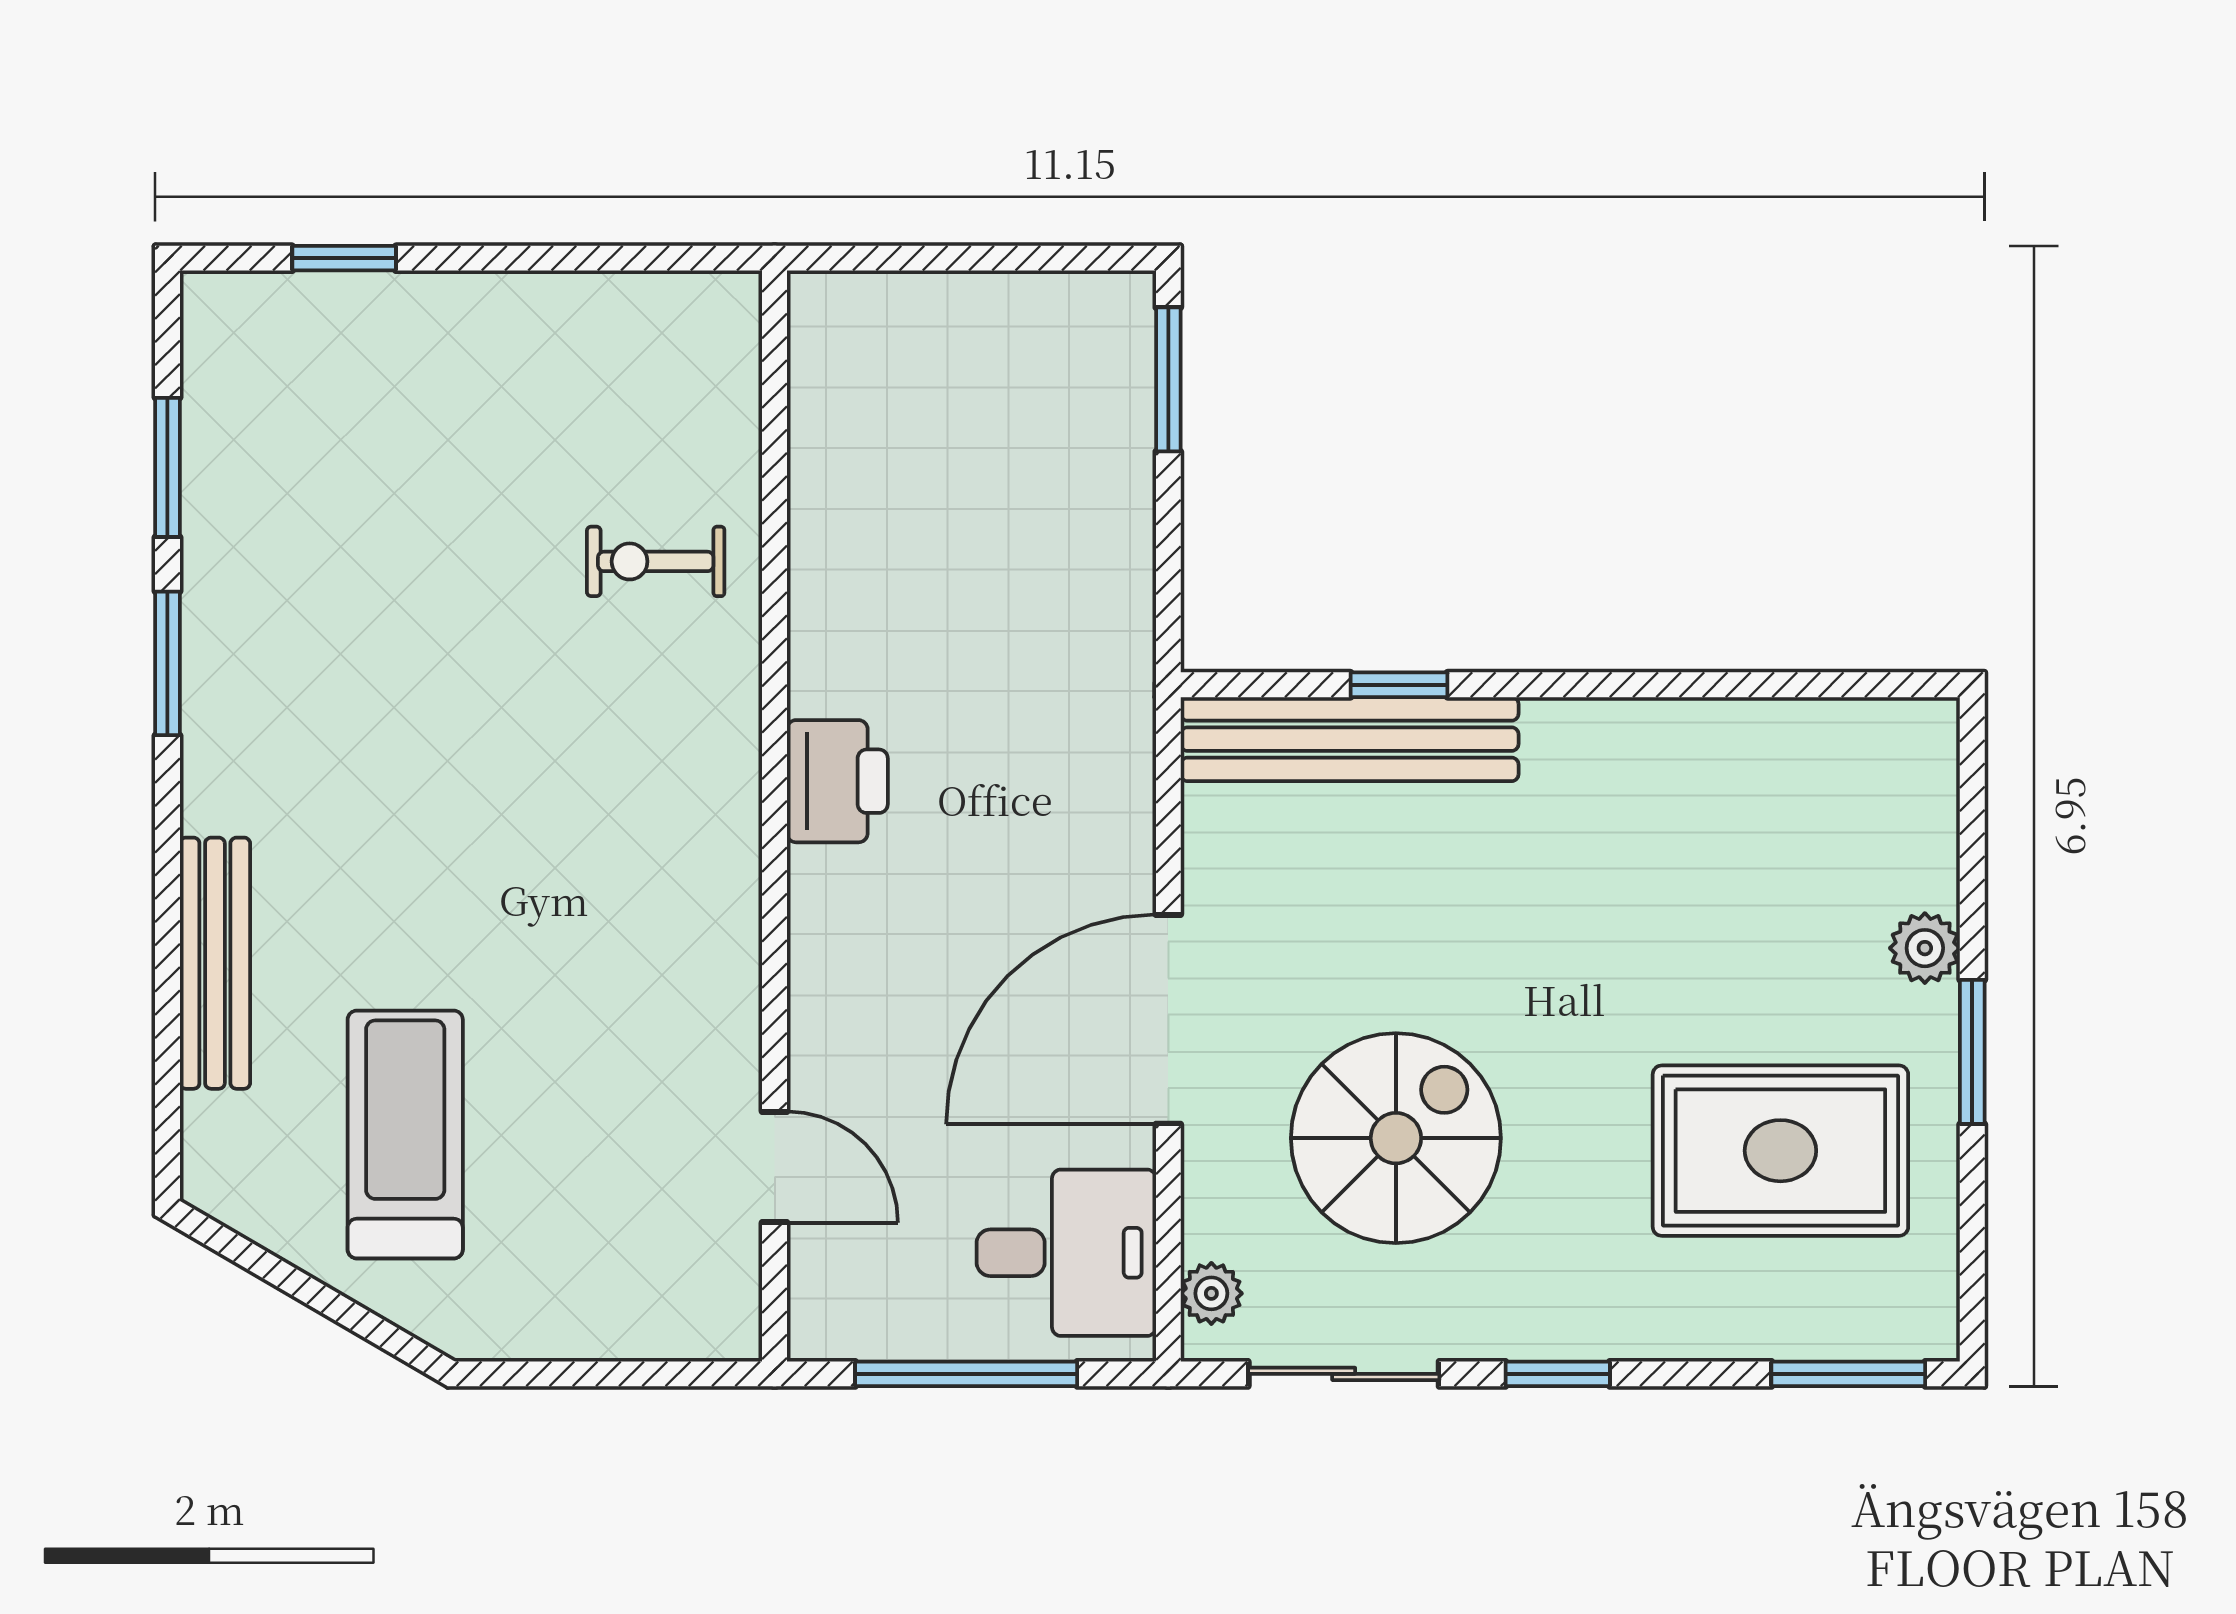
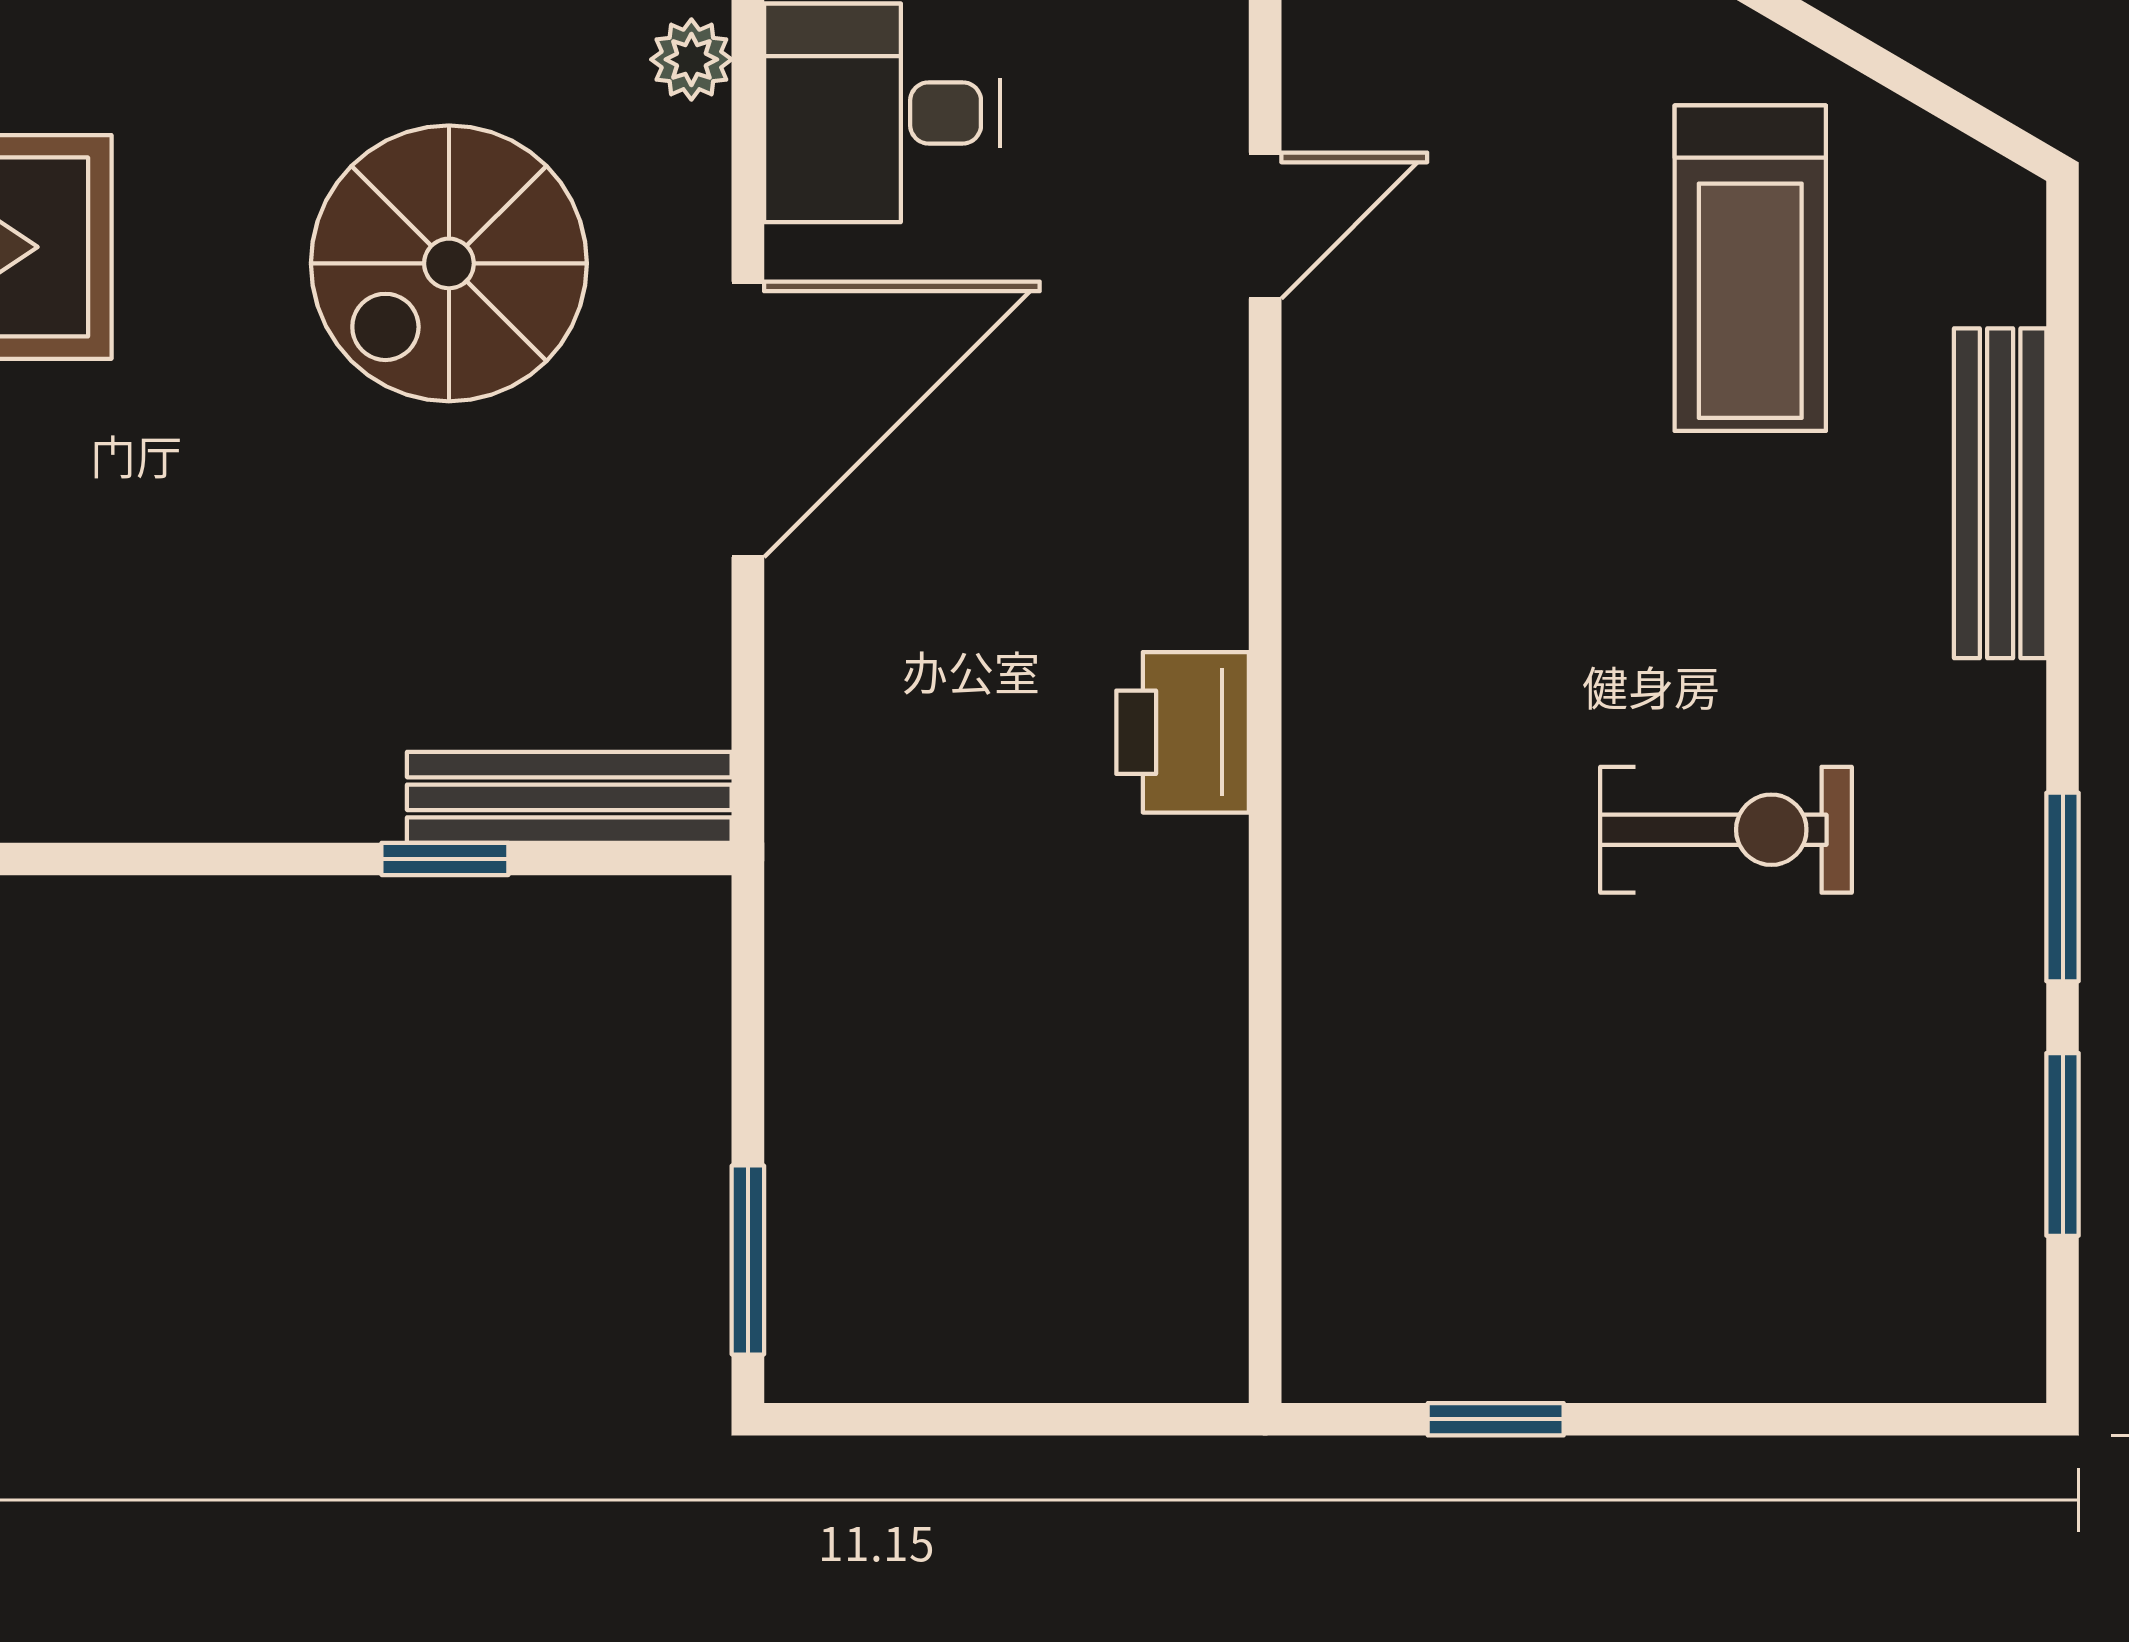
window: (344, 258) -> (1496, 1419), moved
exercise bike: (656, 561) -> (1726, 830), moved, width x1.38, depth x1.39
bench: (1350, 739) -> (569, 797), width x0.73, depth x0.82
door: (775, 1167) -> (1265, 226), swing flipped

